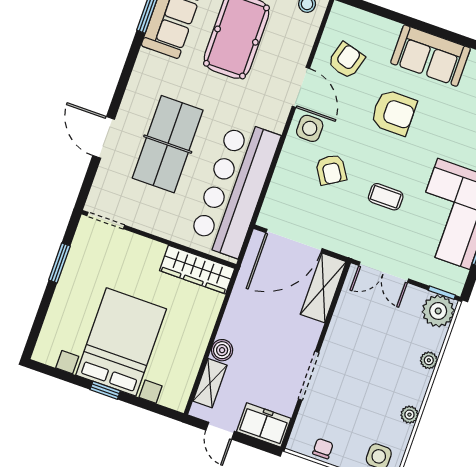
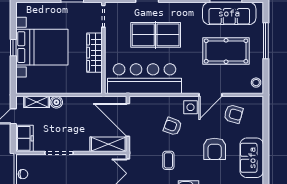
armchair: (331, 170) -> (173, 126), turned 52
wardrobe: (197, 270) -> (95, 53), moved

